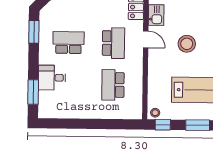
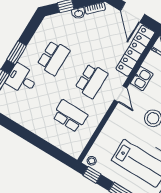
window: (34, 32) -> (17, 53), moved
school desk: (69, 43) -> (54, 58), turned 90
school desk: (113, 85) -> (70, 116), turned 90

